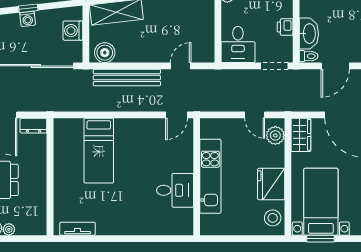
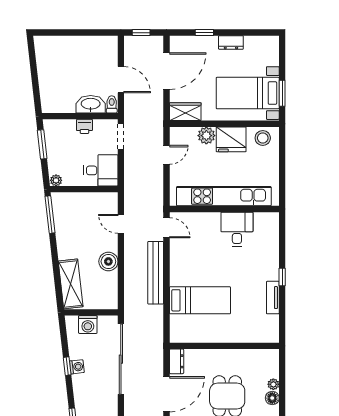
boiler: (105, 53) -> (108, 261), moved
bench: (127, 78) -> (156, 273), moved
plant: (275, 135) -> (206, 136), moved
kitchen unit: (210, 176) -> (224, 196), width x1.36
tv unit: (77, 229) -> (273, 298), moved
window: (124, 239) -> (282, 277), added

